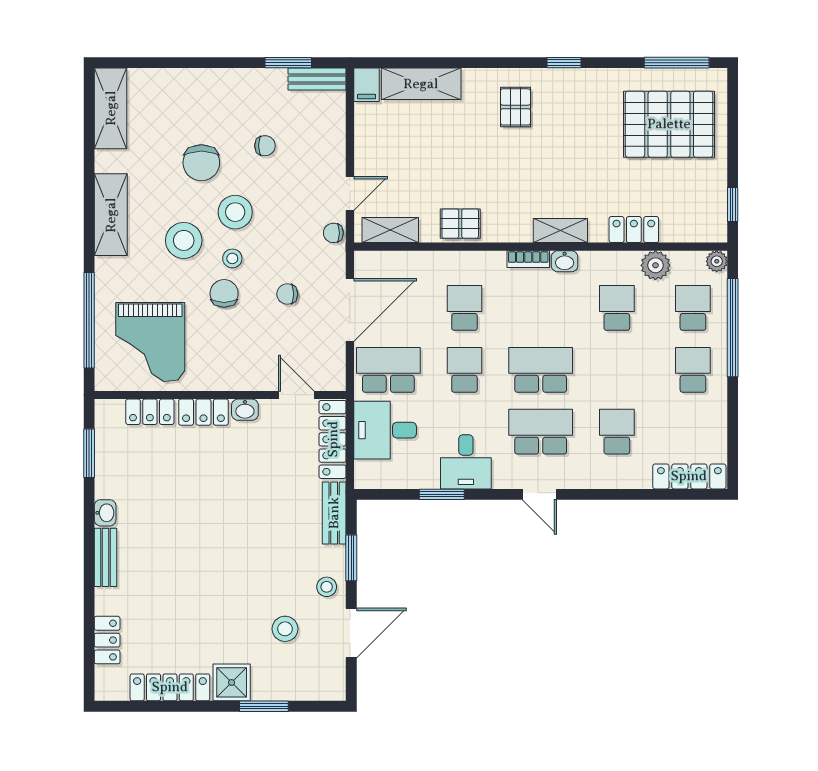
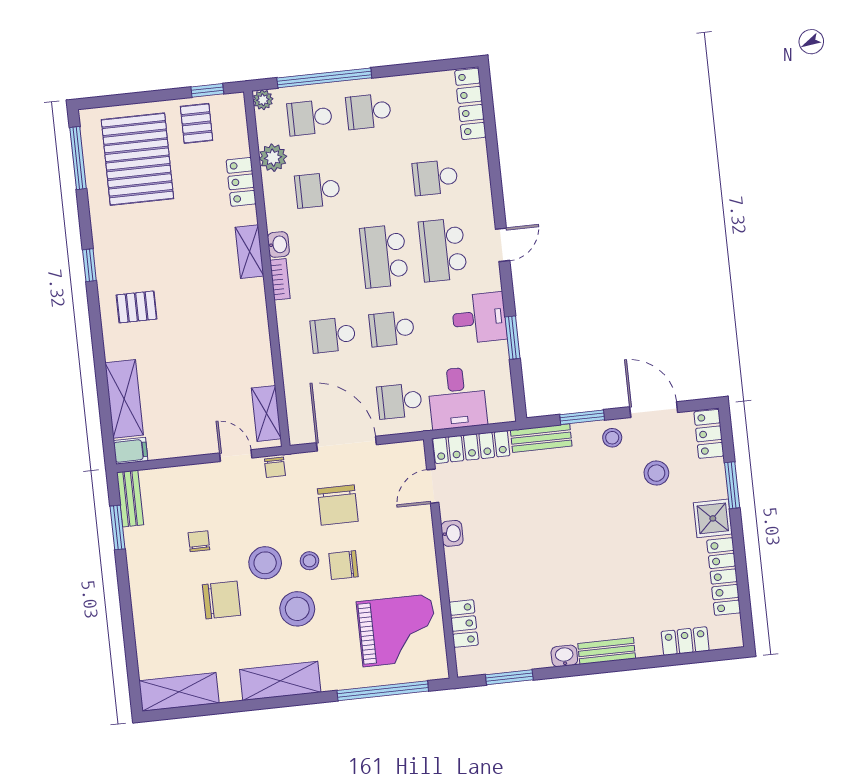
pallet: (460, 224) -> (197, 123), moved
chair: (287, 294) -> (338, 505), width x1.87, depth x1.87
school desk: (388, 370) -> (400, 401), width x0.54
locker: (203, 412) -> (709, 434), moved, turned 180

